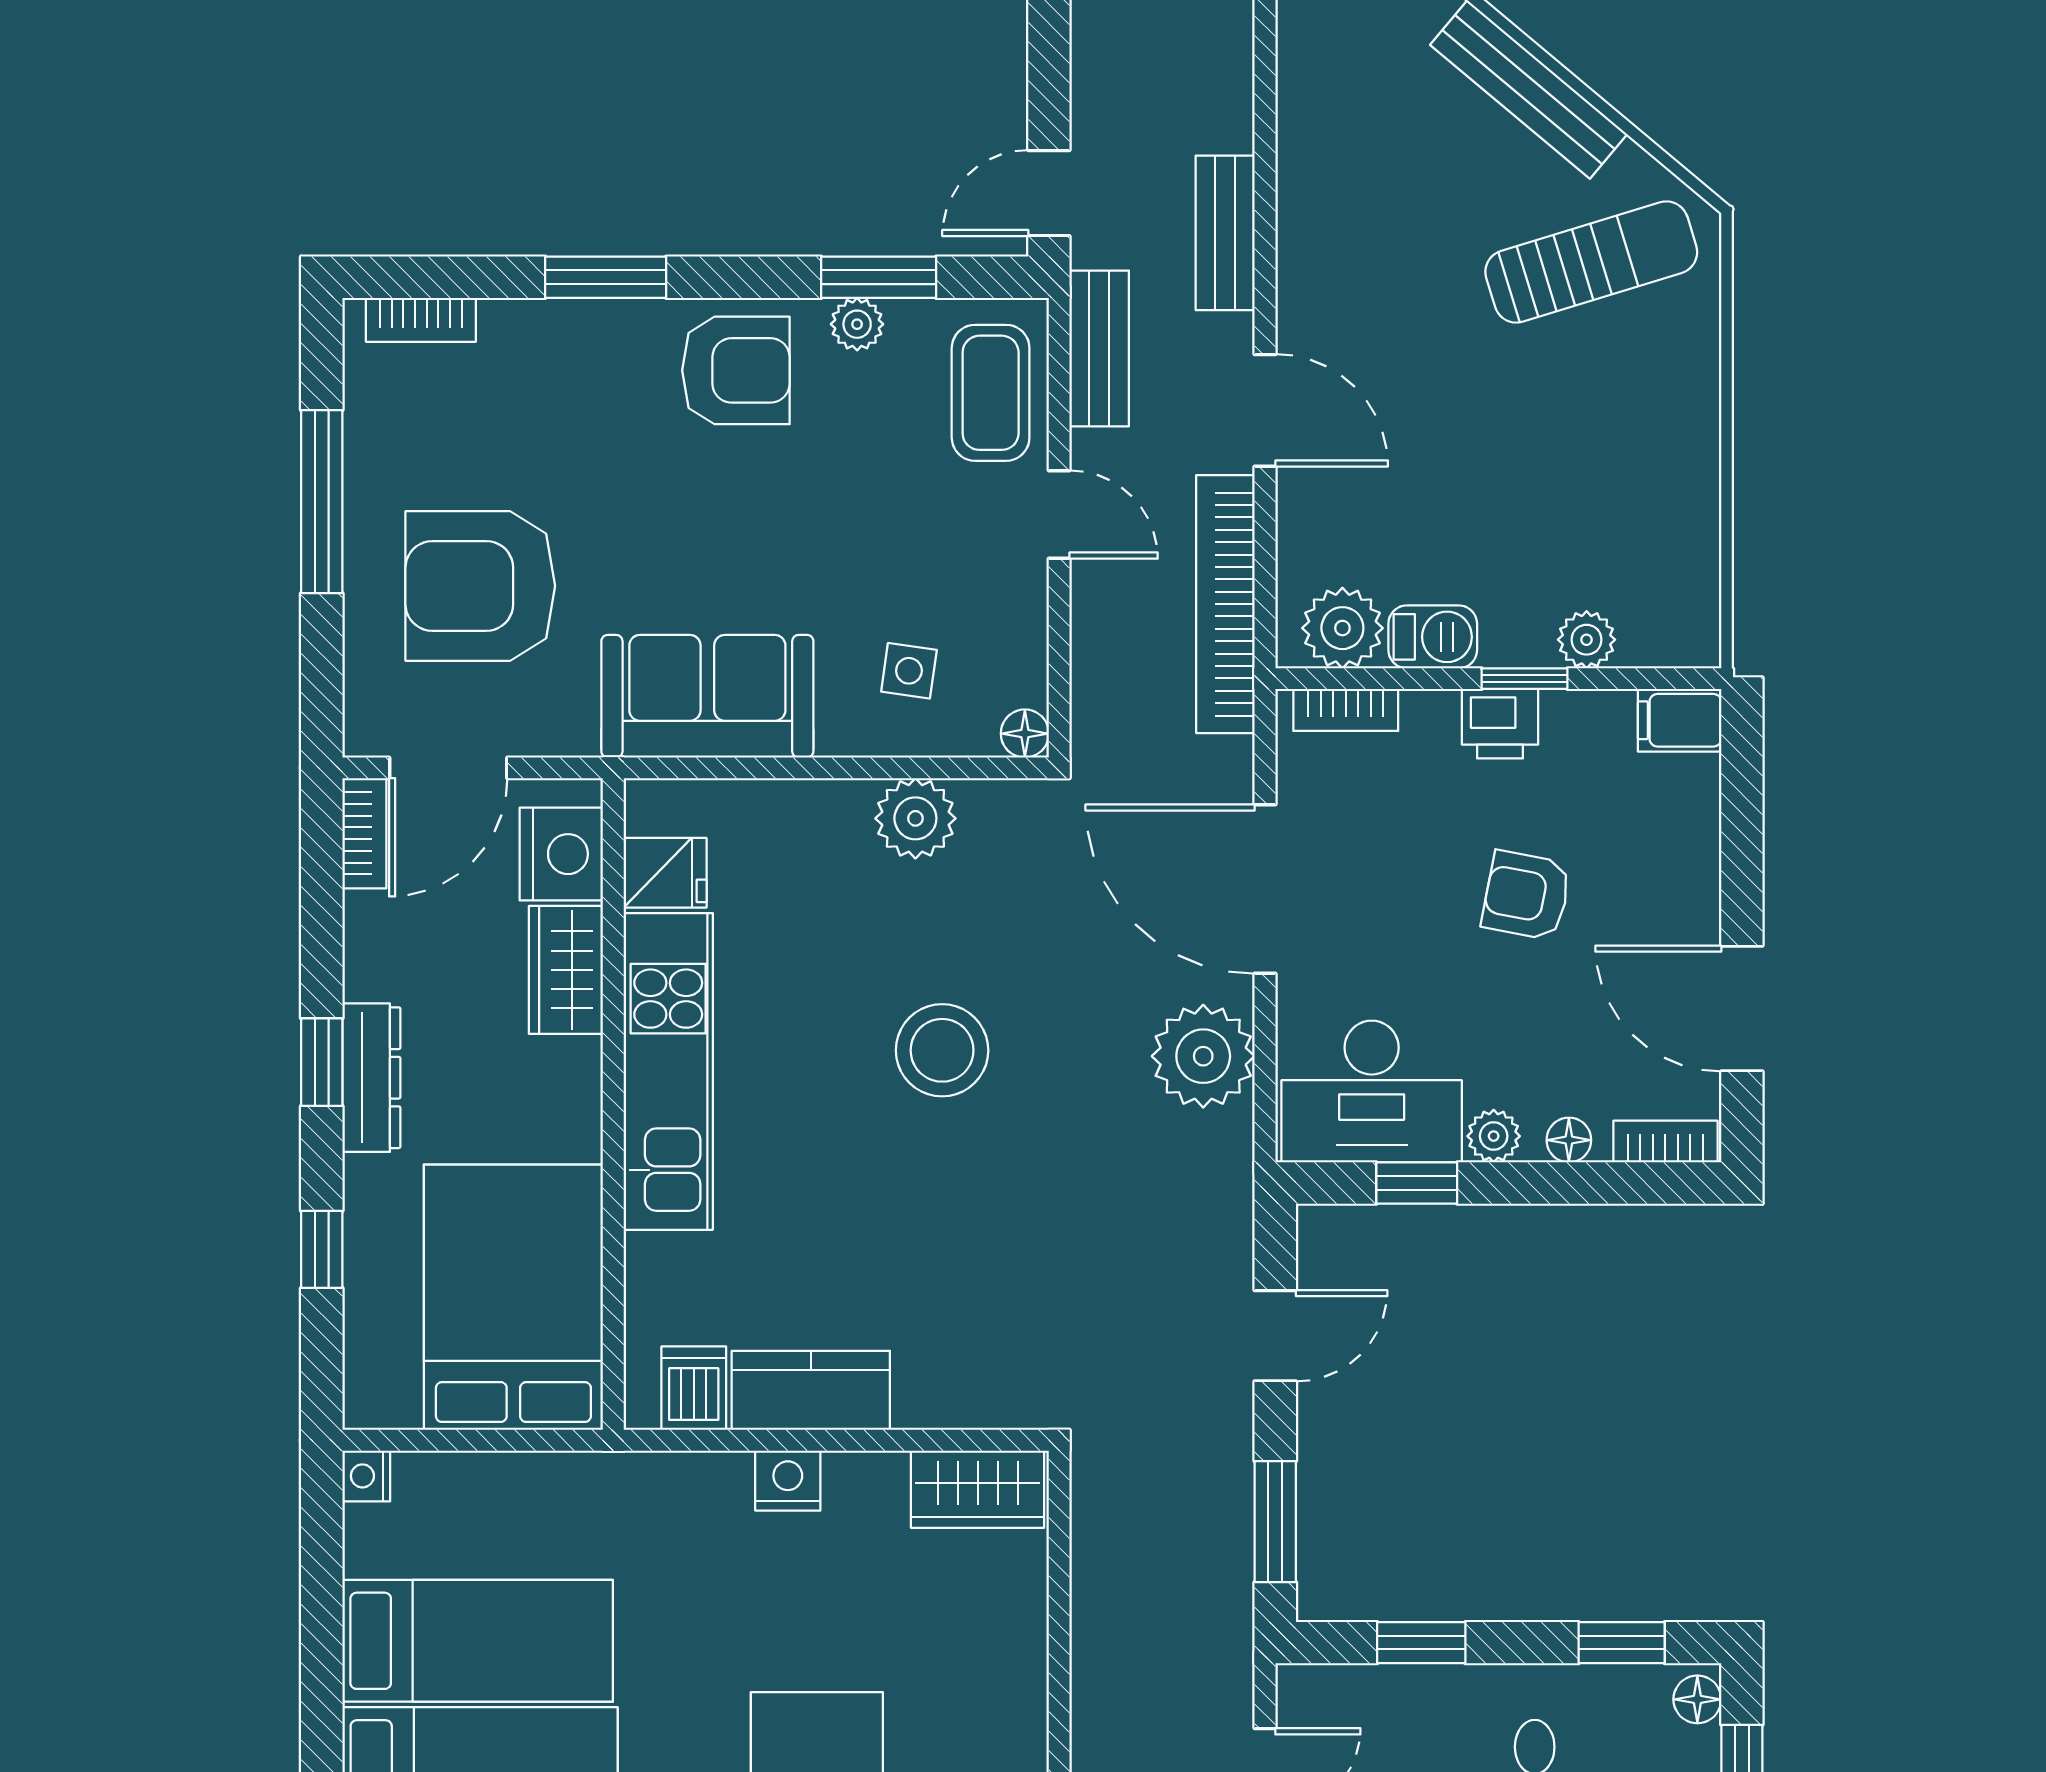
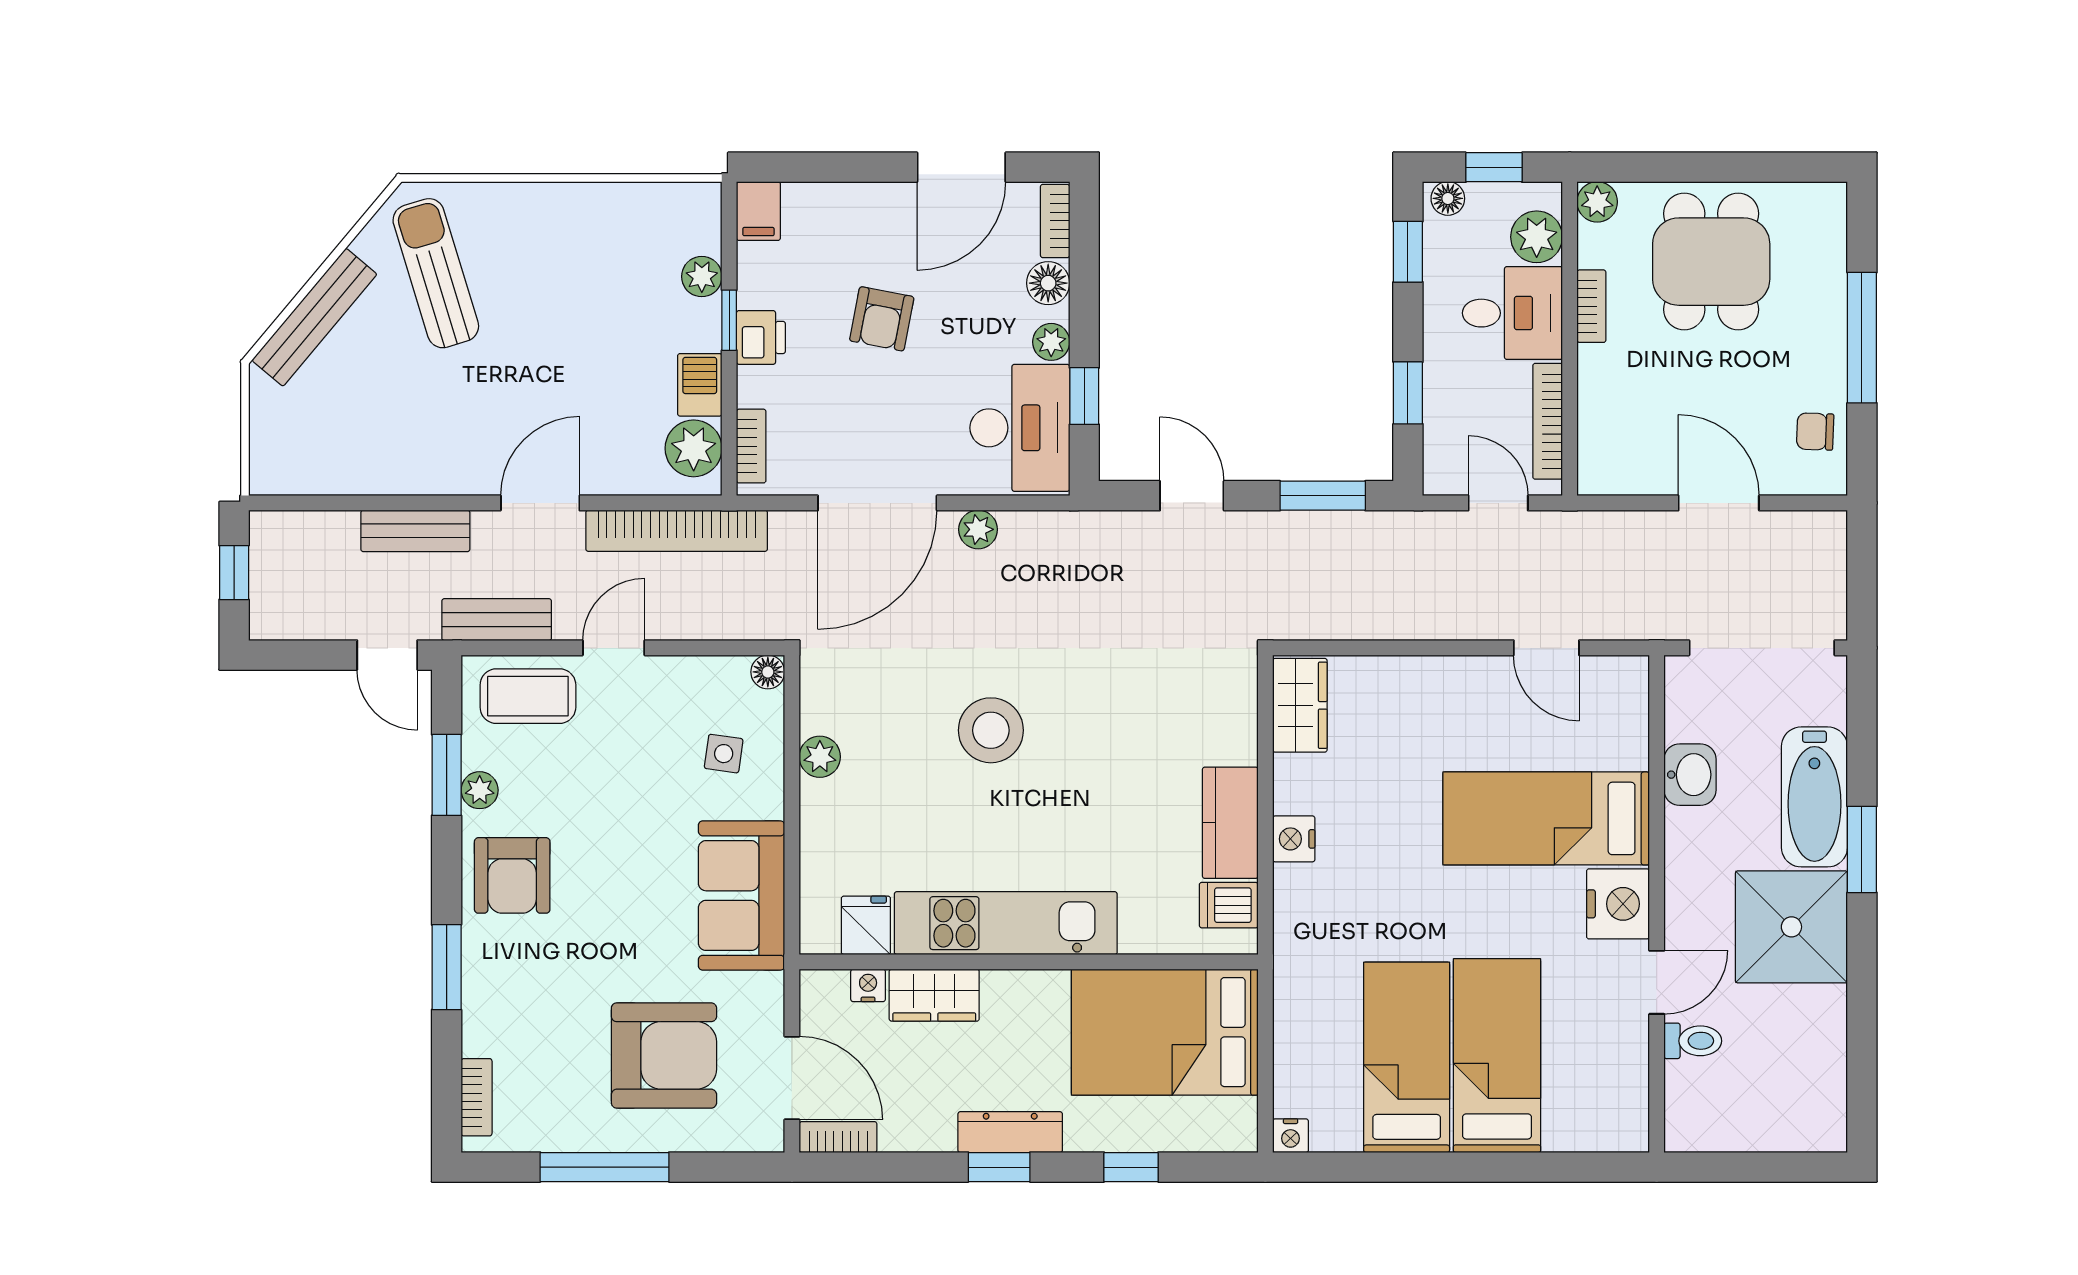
armchair: (736, 370) -> (512, 875), turned 180
armchair: (480, 586) -> (664, 1055), turned -90
plant: (915, 818) -> (820, 757), width x0.73, depth x0.73
nightstand: (561, 854) -> (868, 985), width x0.53, depth x0.56
plant: (1203, 1056) -> (978, 529), width x0.53, depth x0.53
floor lamp: (1569, 1140) -> (1048, 283), width x1.37, depth x1.37

